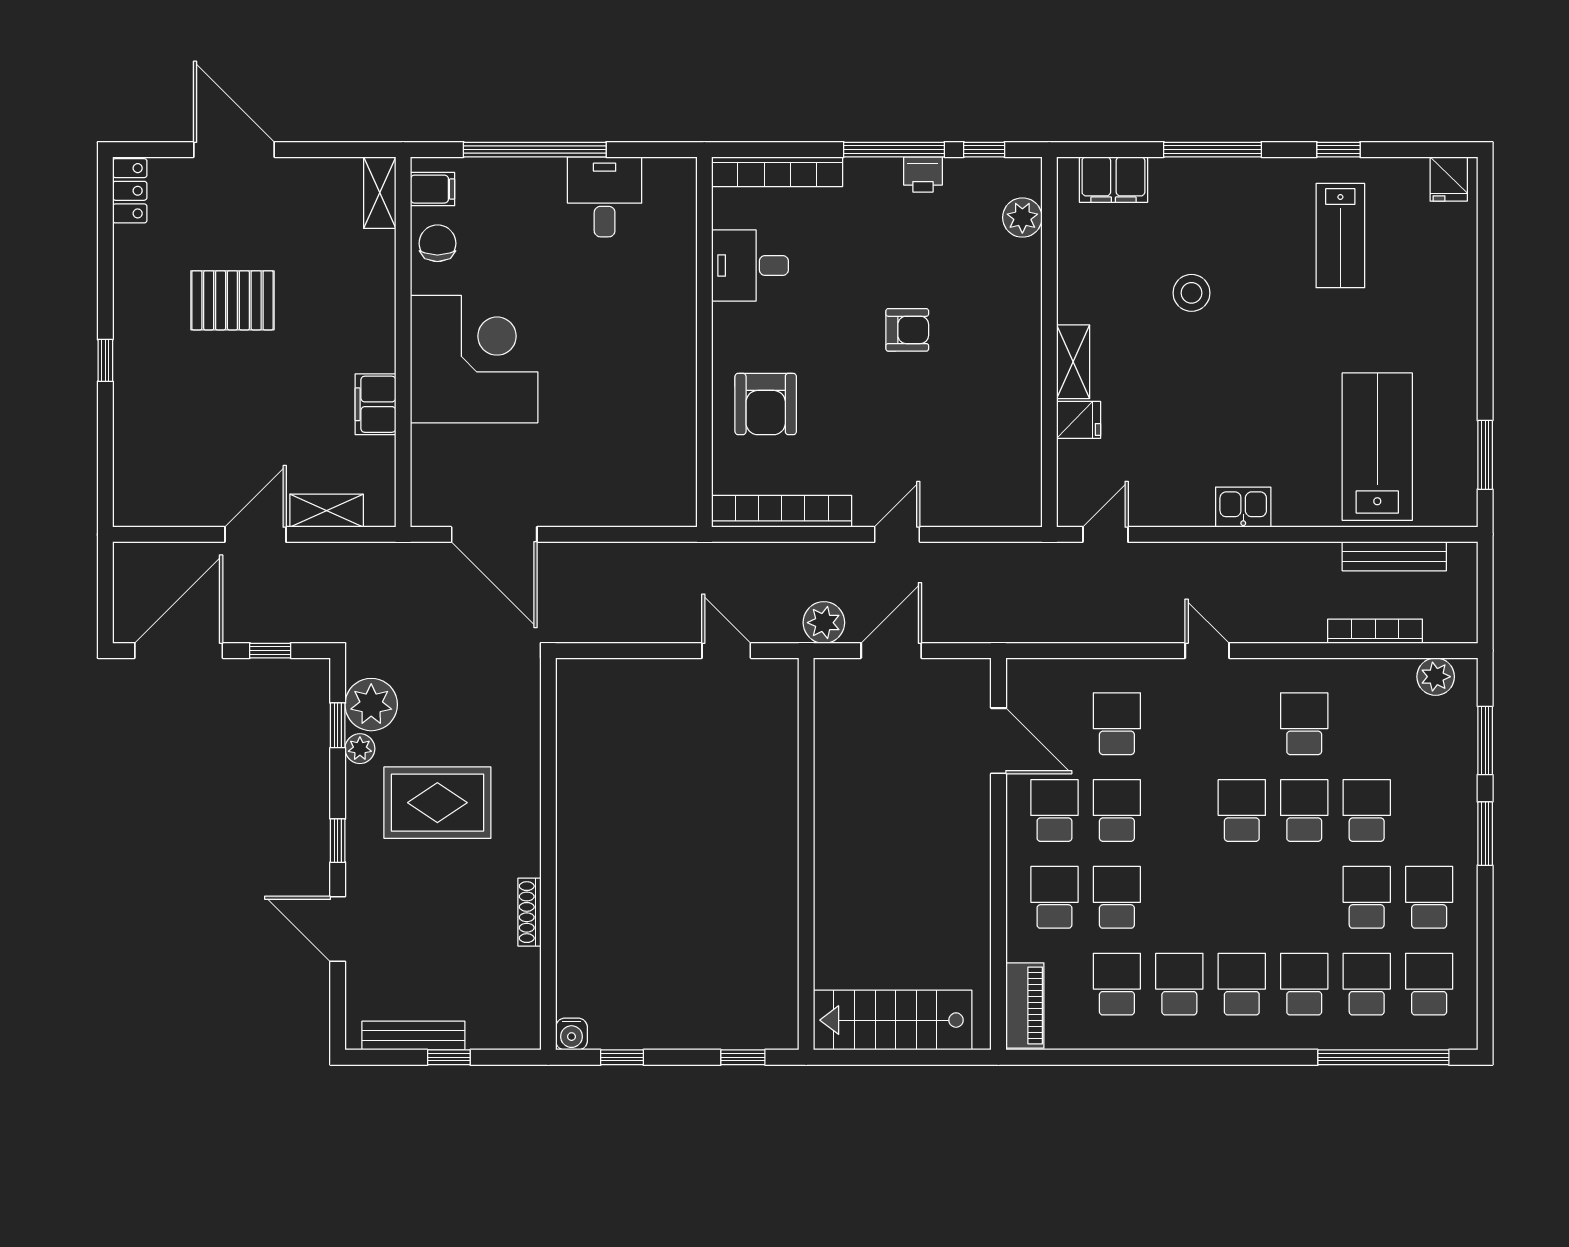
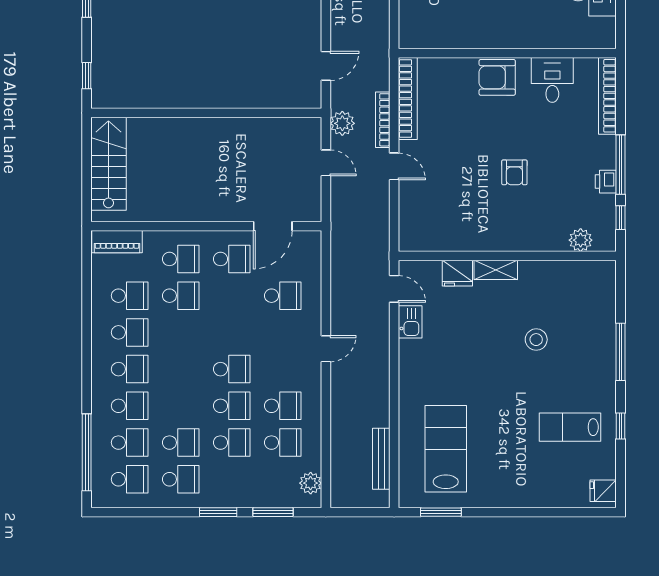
filing cabinet: (1113, 180) -> (603, 294), removed
armchair: (766, 404) -> (497, 77), moved
fridge: (1079, 420) -> (457, 273), width x1.38
lab bench: (1377, 447) -> (446, 449), turned -90
kitchen sink: (1243, 507) -> (410, 322), moved
bookcase: (1375, 631) -> (383, 120), moved, turned 180
door: (891, 651) -> (326, 163), width x0.73
school desk: (1117, 811) -> (283, 443), moved

